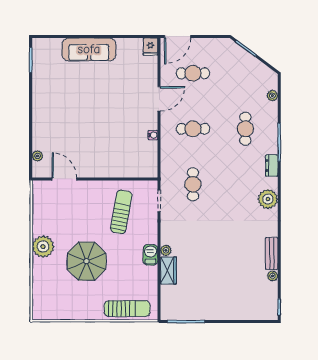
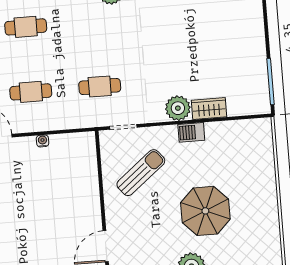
cafe table: (193, 129) -> (31, 92), turned 90
sun lounger: (121, 212) -> (141, 173), turned 131
plant: (166, 250) -> (178, 108), width x1.88, depth x1.88
sun lounger: (127, 309) -> (260, 156), removed

